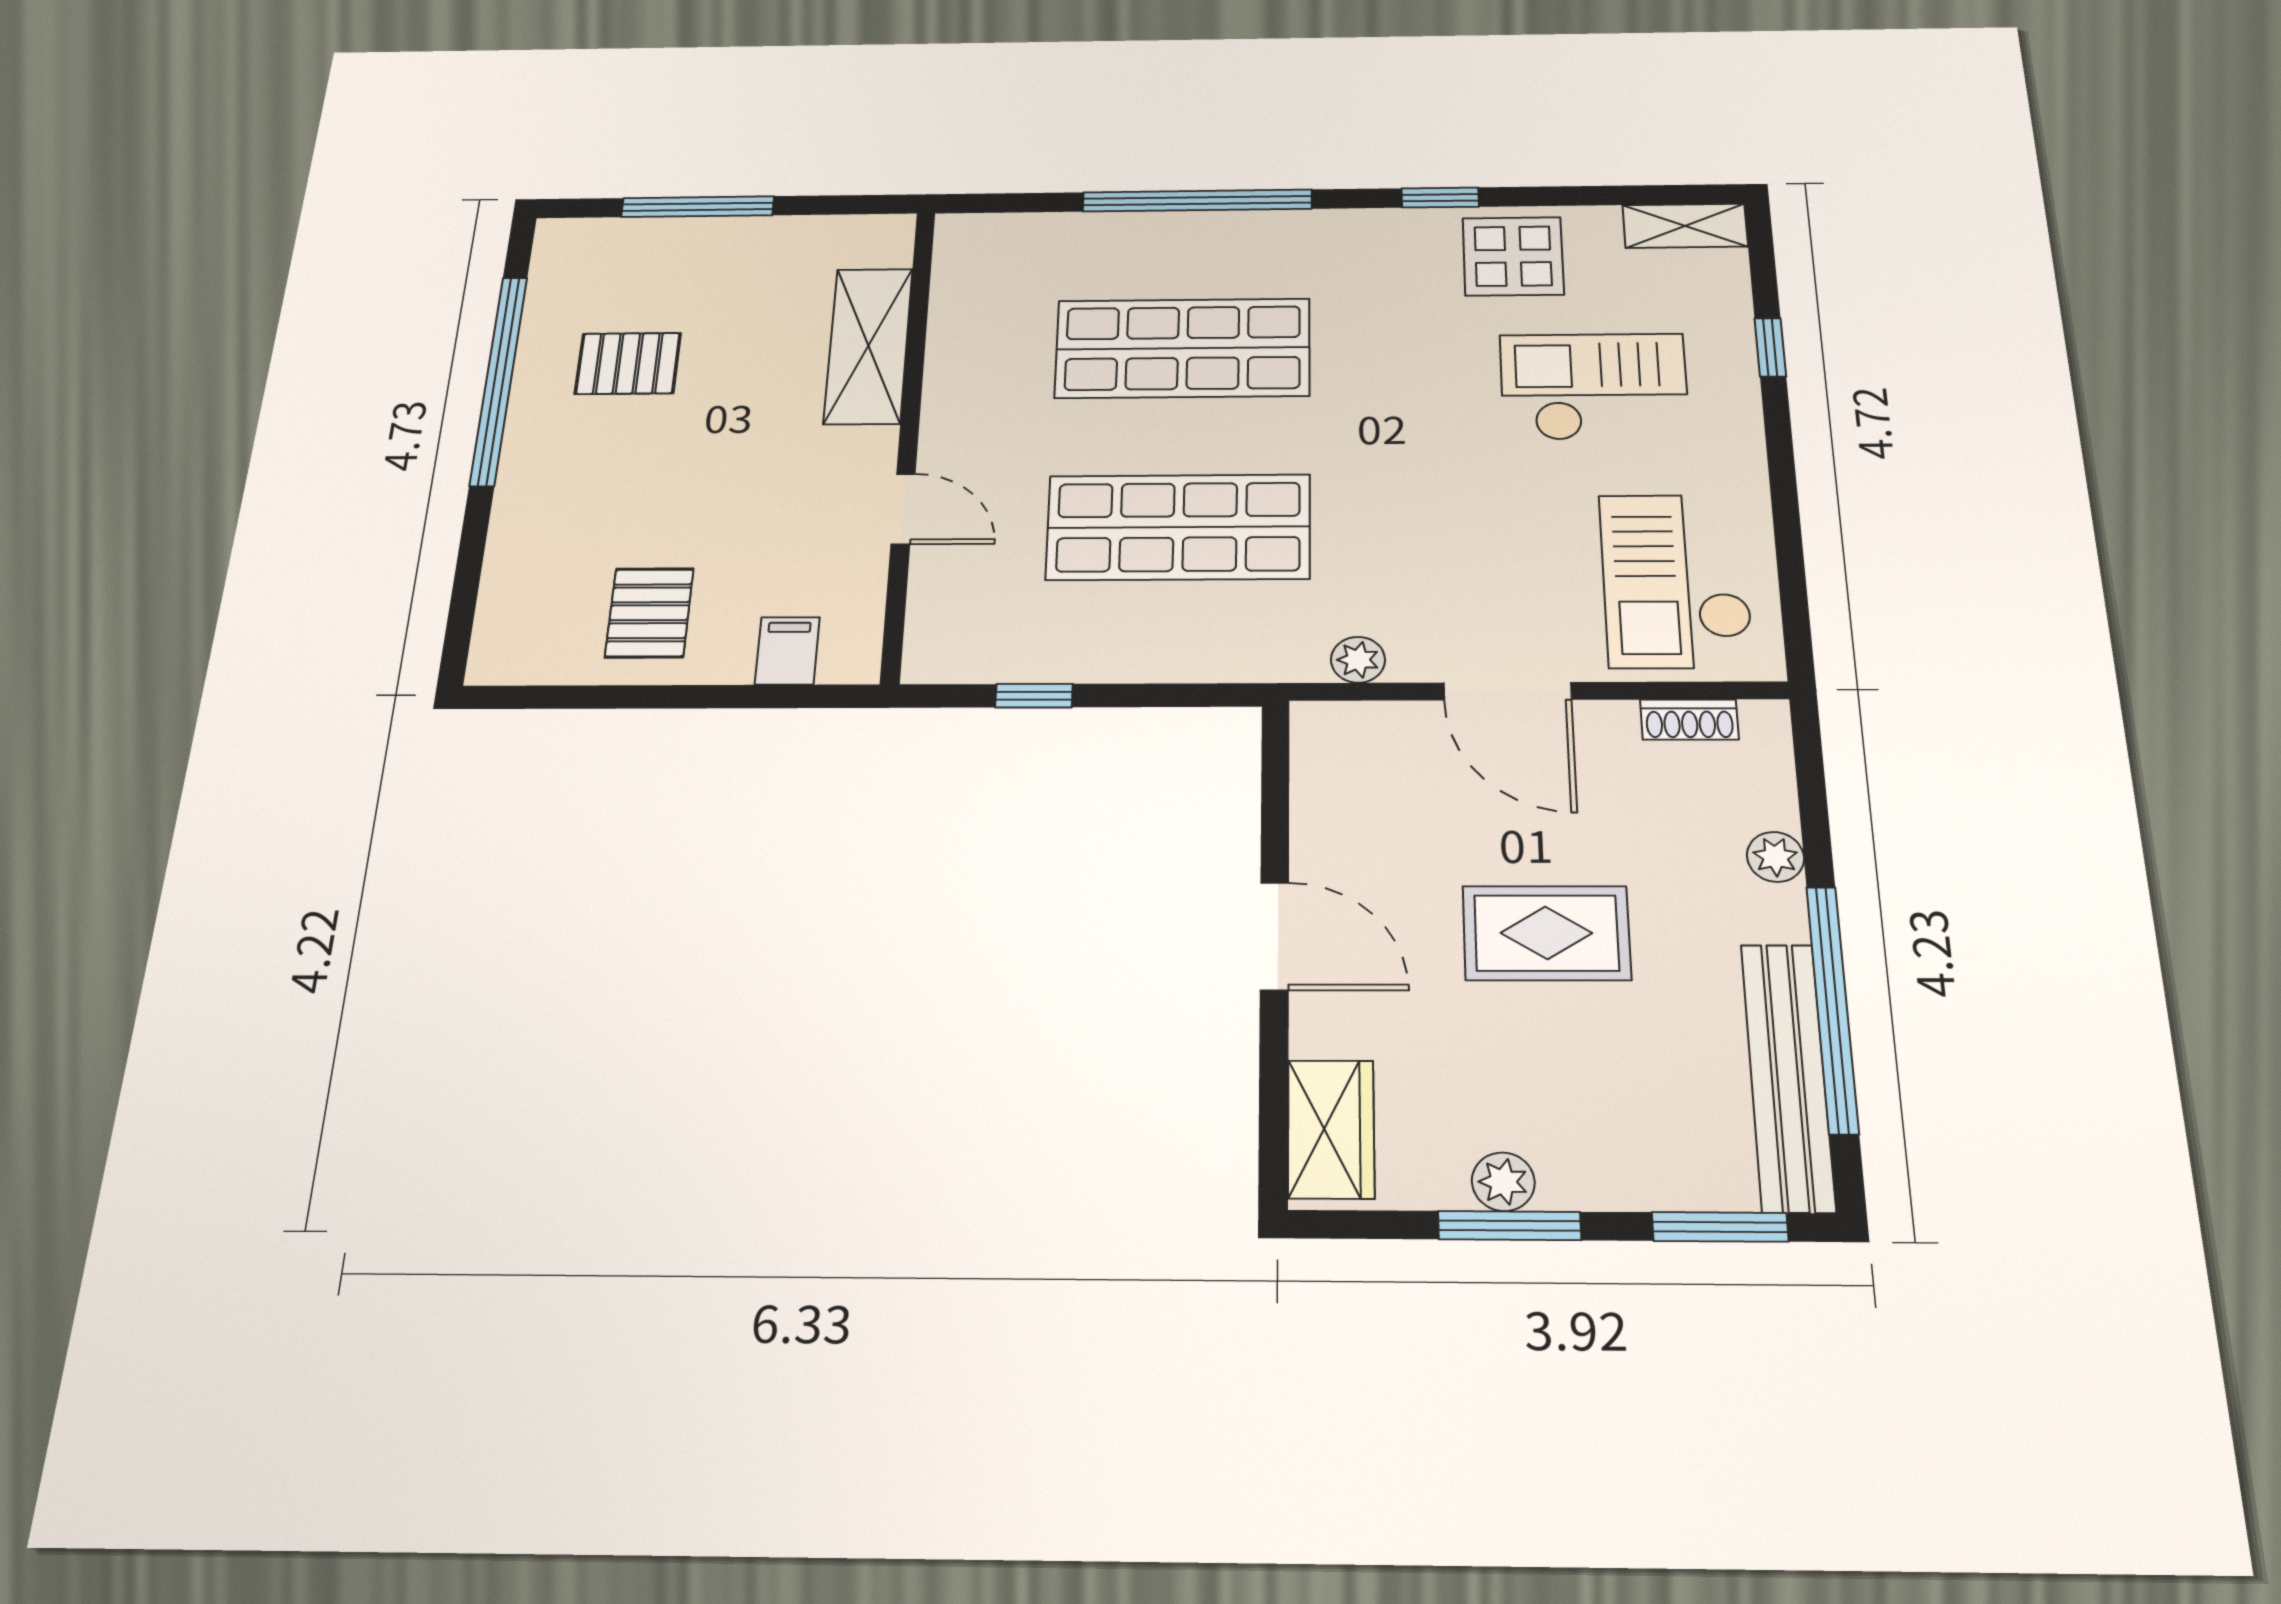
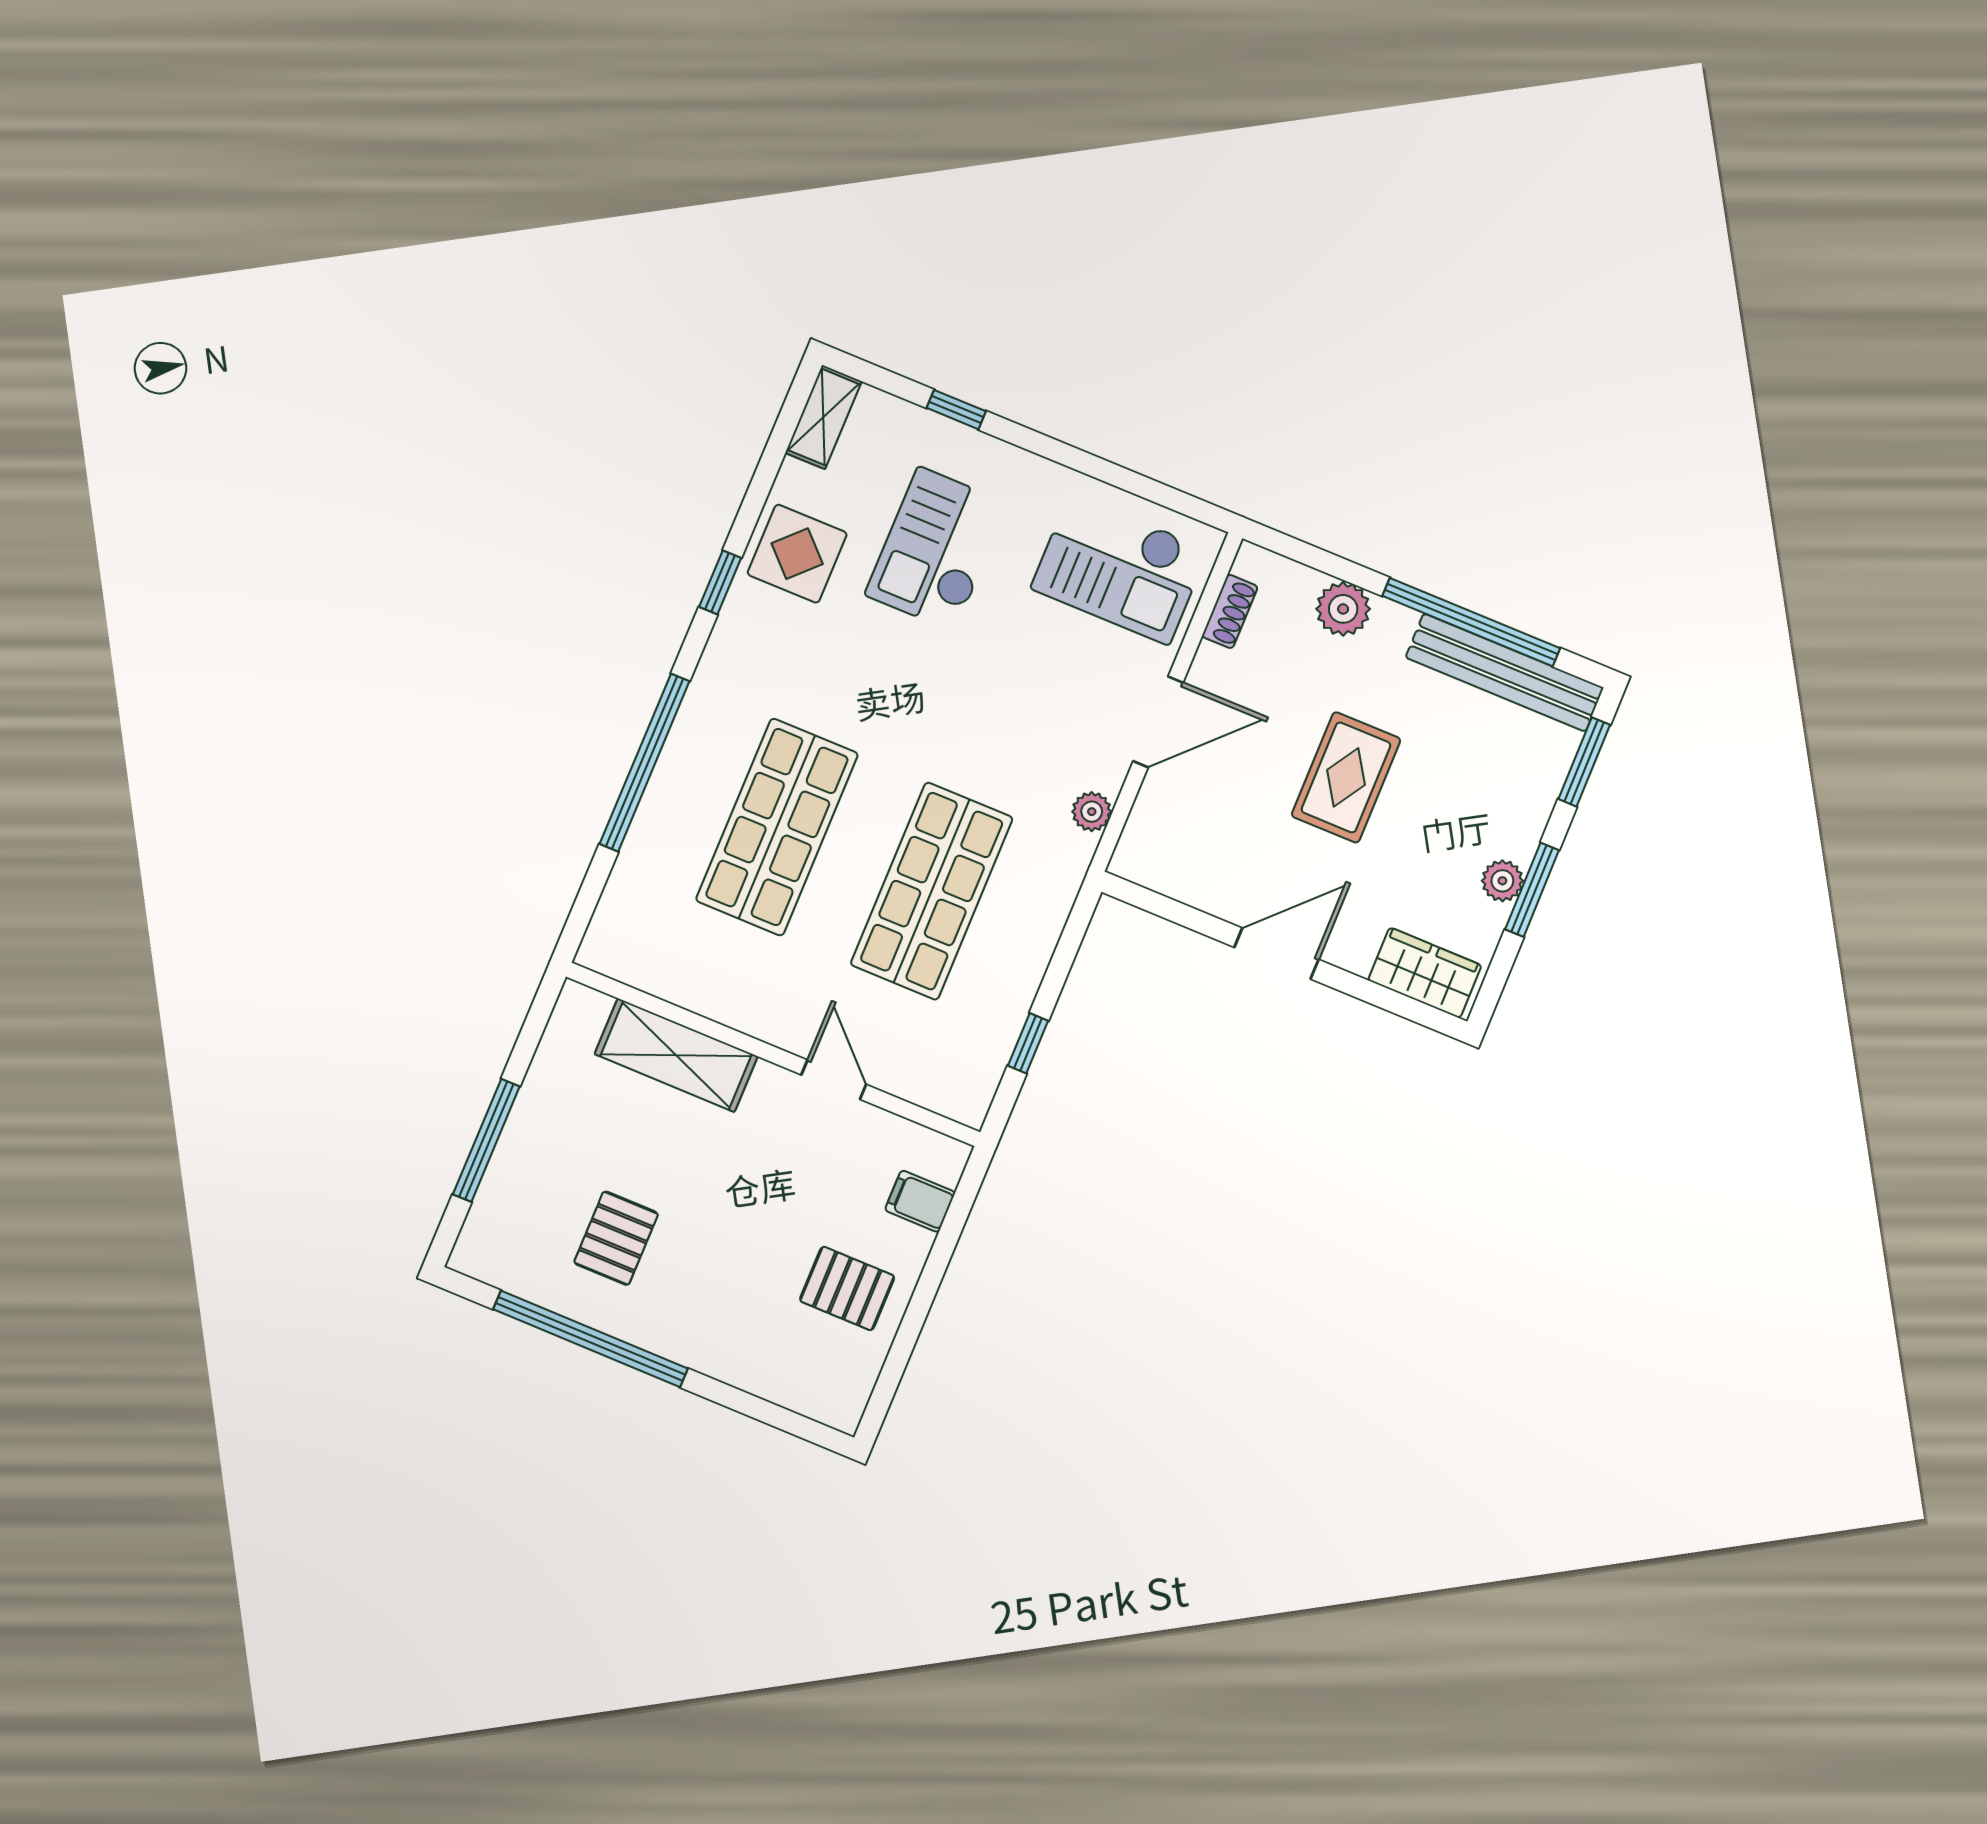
door: (903, 509) -> (834, 1080), hinge flipped
plant: (1775, 857) -> (1343, 609), width x1.38, depth x1.38

